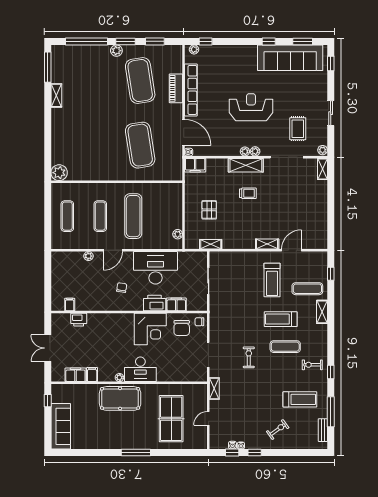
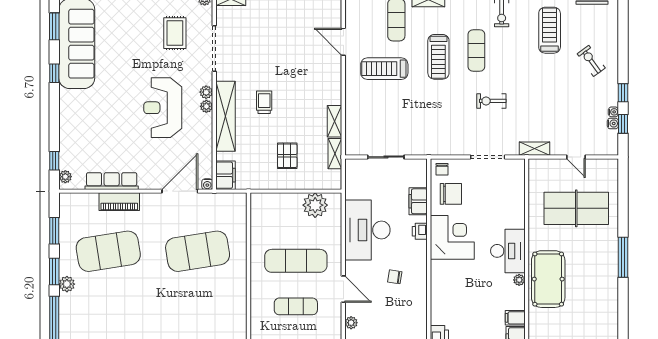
row of seats: (191, 90) -> (112, 181), width x0.73
reception desk: (251, 107) -> (163, 108), moved
rug: (298, 129) -> (175, 33), turned 90
shelving: (246, 165) -> (225, 116), width x1.47
pallet: (209, 210) -> (287, 156), turned 90
plant: (178, 234) -> (315, 205), width x1.87, depth x1.87
shelving: (267, 244) -> (335, 121), moved
treadmill: (272, 280) -> (384, 69), turned 180
printer: (155, 303) -> (420, 231), width x0.53, depth x0.68

